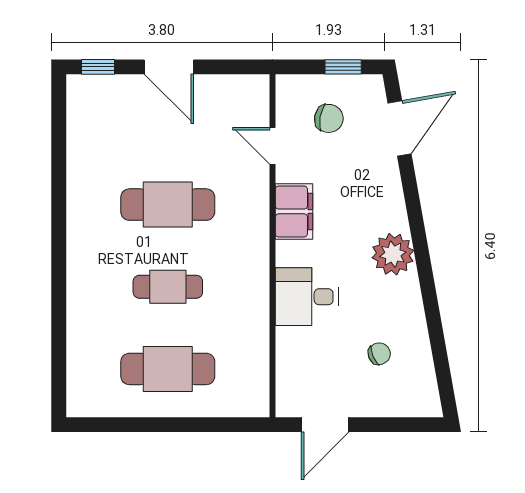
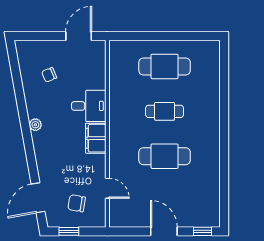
filing cabinet: (294, 211) -> (96, 138), moved
plant: (393, 254) -> (35, 125), width x0.53, depth x0.53

